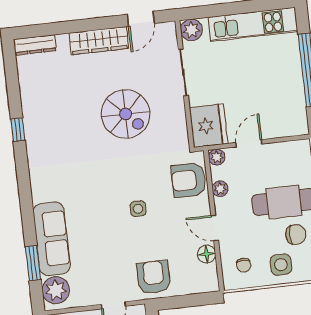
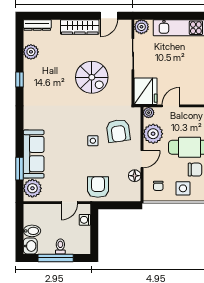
plant: (30, 86) -> (31, 52), added
armchair: (189, 180) -> (118, 131), moved, turned -98
plant: (220, 189) -> (153, 134), width x1.88, depth x1.88
door: (215, 228) -> (142, 159), swing flipped

